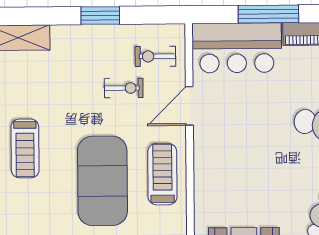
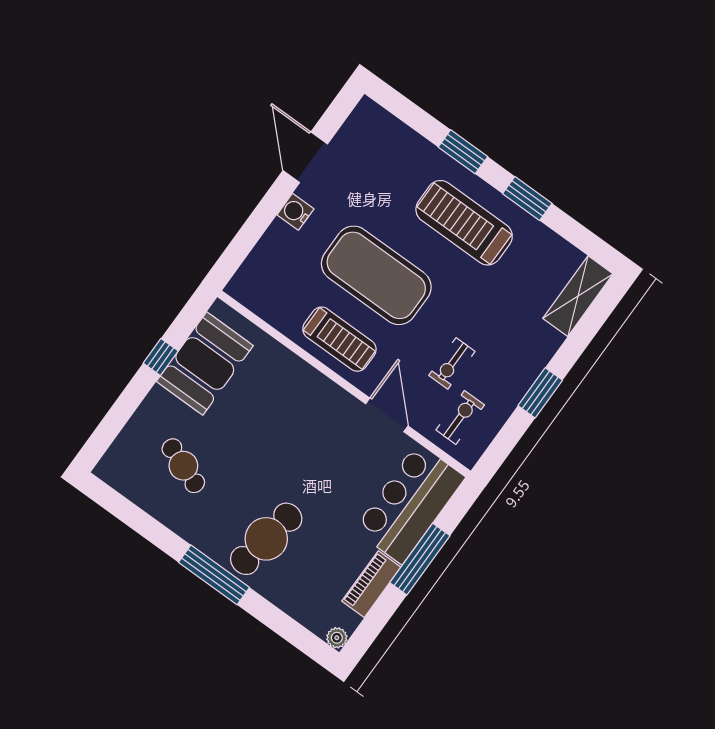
treadmill: (25, 148) -> (464, 223), width x1.37, depth x1.37

